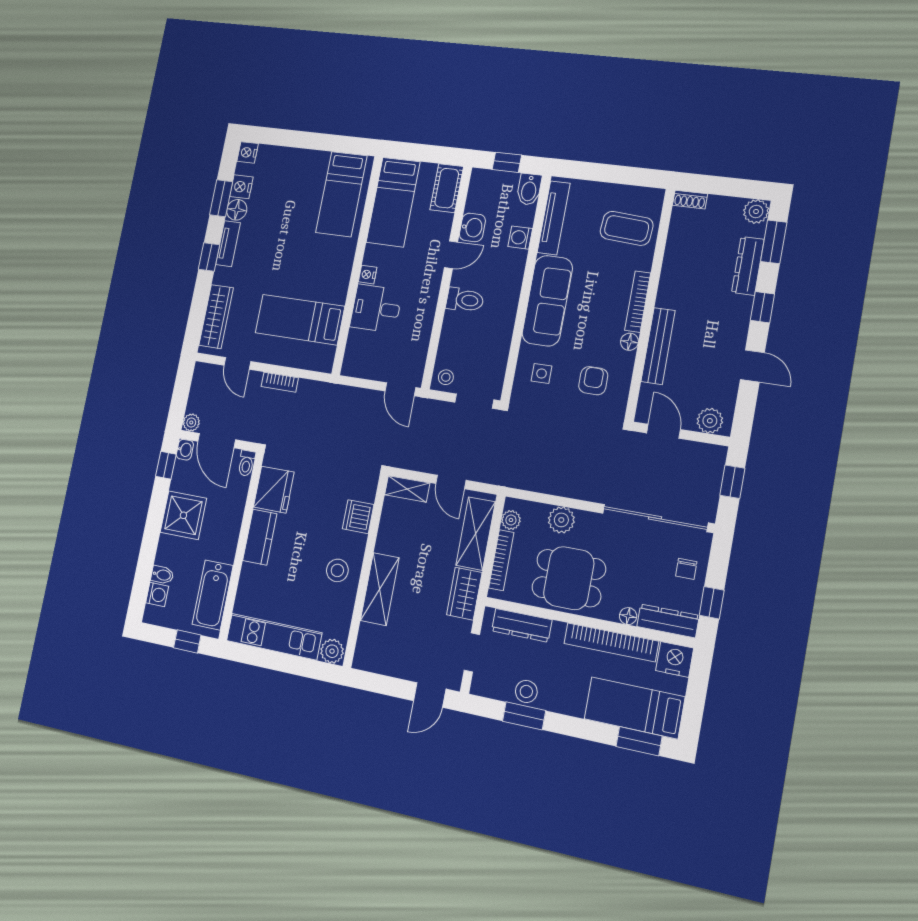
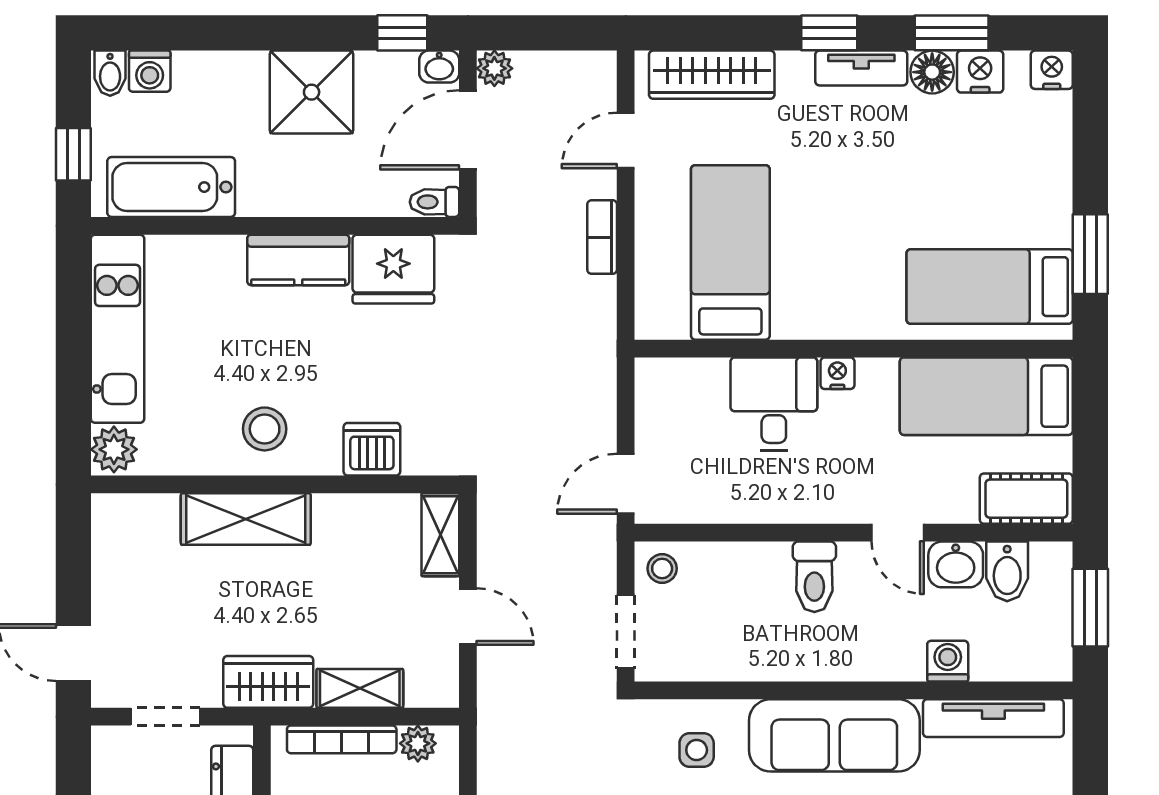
window: (336, 143) -> (1090, 254), added
window: (507, 162) -> (1090, 608), width x1.50
bidet: (529, 189) -> (1007, 571), moved, turned -90
door: (451, 482) -> (468, 617), swing flipped
shelving: (476, 533) -> (360, 688), width x0.67, depth x0.75
bidet: (162, 575) -> (110, 73), moved

